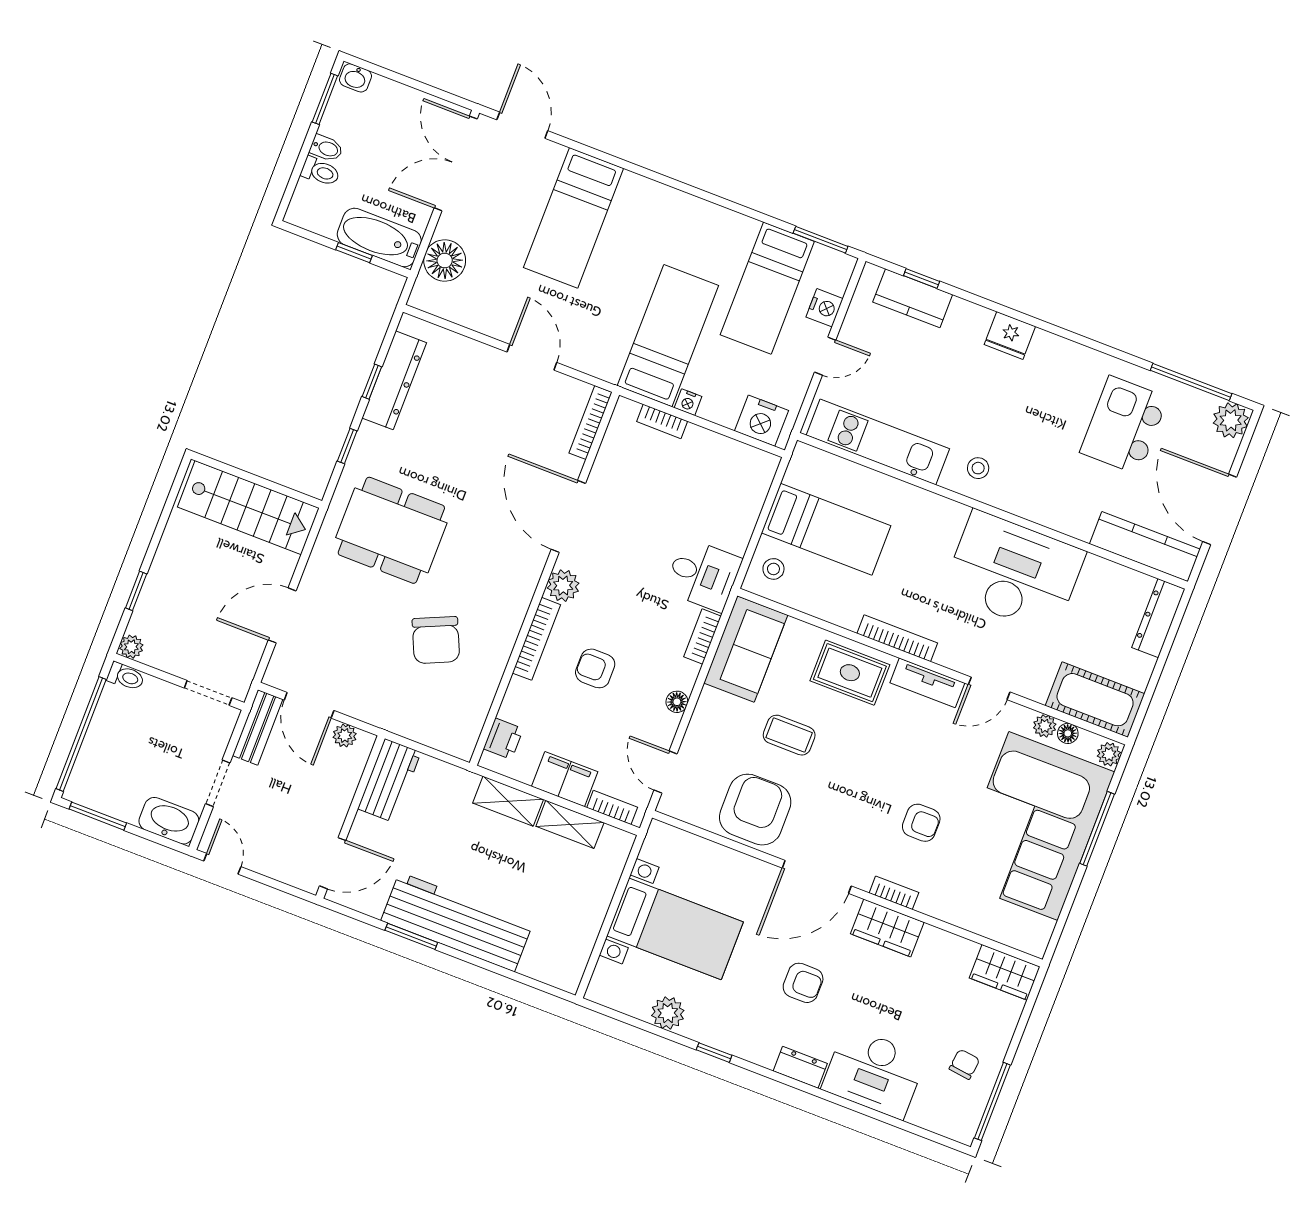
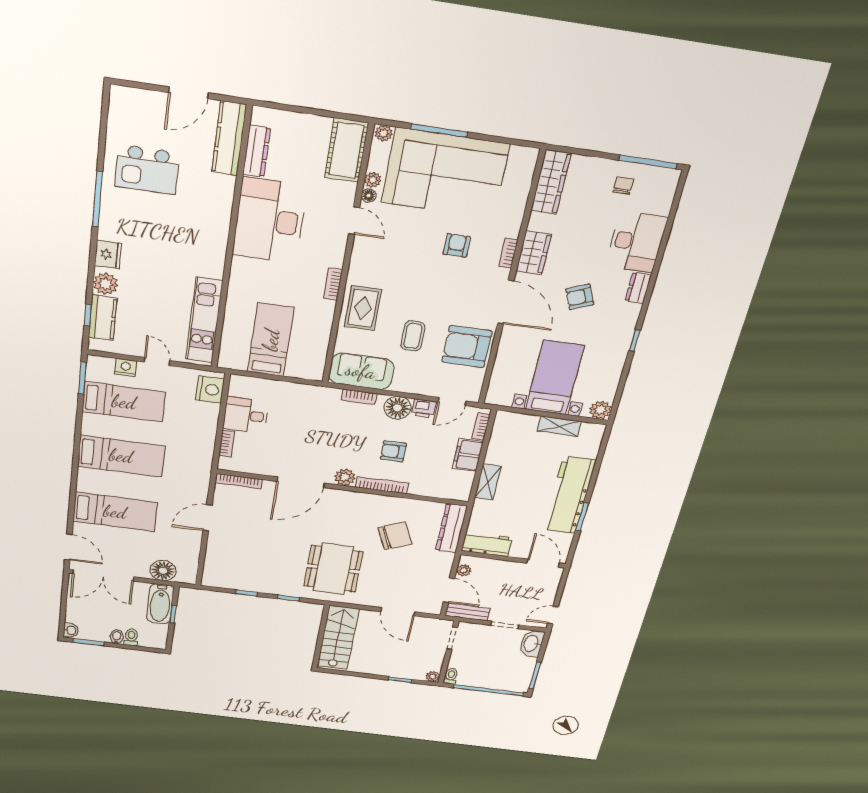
door: (522, 125) -> (68, 547), swing flipped
bed: (668, 336) -> (121, 456), moved, turned 180
dresser: (394, 380) -> (451, 528), moved, turned -90
window: (1191, 382) -> (97, 199), moved
nightstand: (688, 402) -> (210, 432), removed
plant: (1231, 420) -> (106, 284), moved
stool: (978, 468) -> (204, 257), removed
door: (1220, 509) -> (188, 93), width x0.73
stool: (773, 569) -> (305, 365), removed
desk: (703, 575) -> (246, 415), moved, turned -90
dresser: (1158, 618) -> (257, 151), moved, turned -90
bookcase: (897, 638) -> (333, 284), width x0.64
armchair: (595, 668) -> (393, 451), turned 90
tv unit: (927, 683) -> (359, 260), removed
floor lamp: (677, 702) -> (397, 408), width x1.89, depth x1.89
door: (309, 705) -> (449, 590), hinge flipped
floor lamp: (1068, 733) -> (369, 196), moved
printer: (503, 739) -> (424, 408), moved, turned 180
shelving: (570, 824) -> (559, 426), moved, turned 90
wardrobe: (1005, 972) -> (551, 182), width x1.50
armchair: (803, 983) -> (580, 297), turned -113
plant: (668, 1013) -> (600, 410), moved
chair: (964, 1064) -> (623, 185), turned 83

